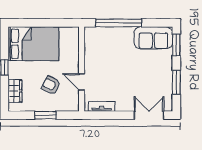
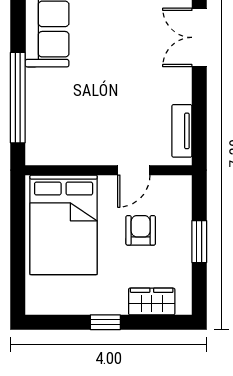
bed: (33, 44) -> (64, 225), moved, turned 180
armchair: (51, 85) -> (141, 230), turned 153

